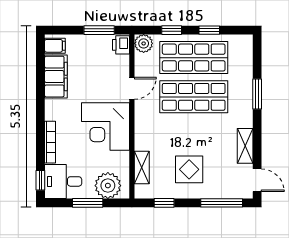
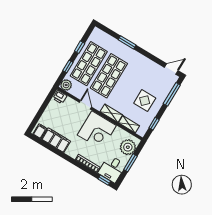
window: (99, 30) -> (45, 104), removed
shelving: (245, 146) -> (111, 113), moved

